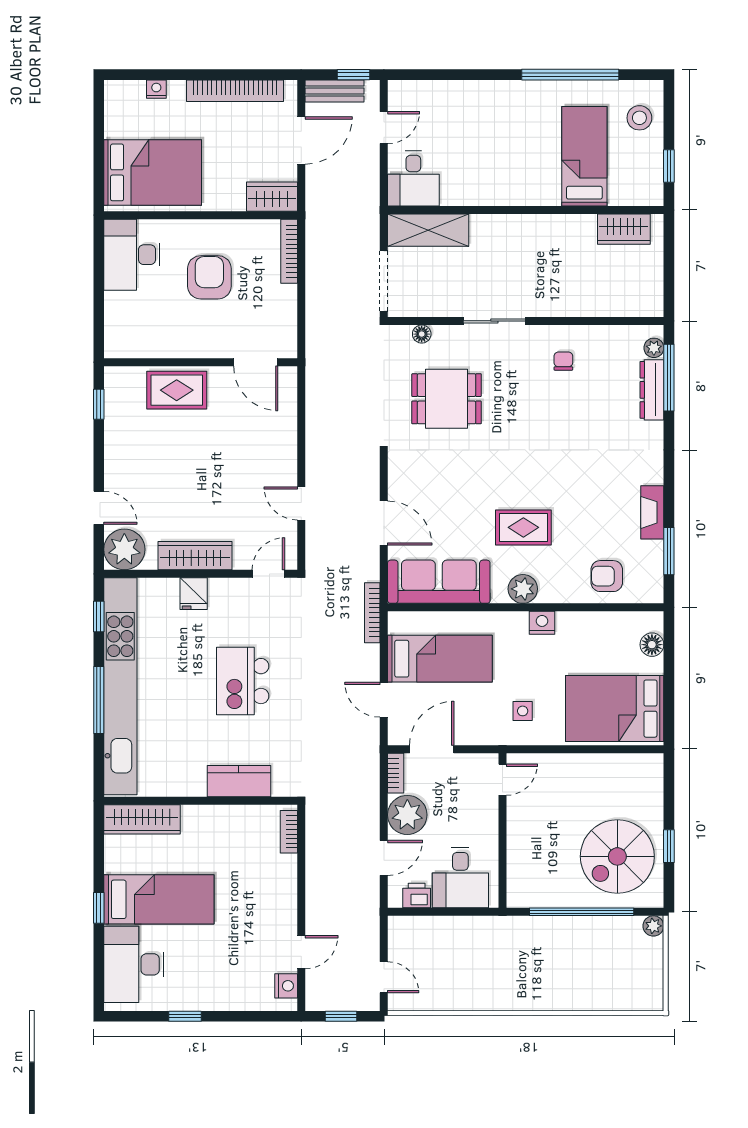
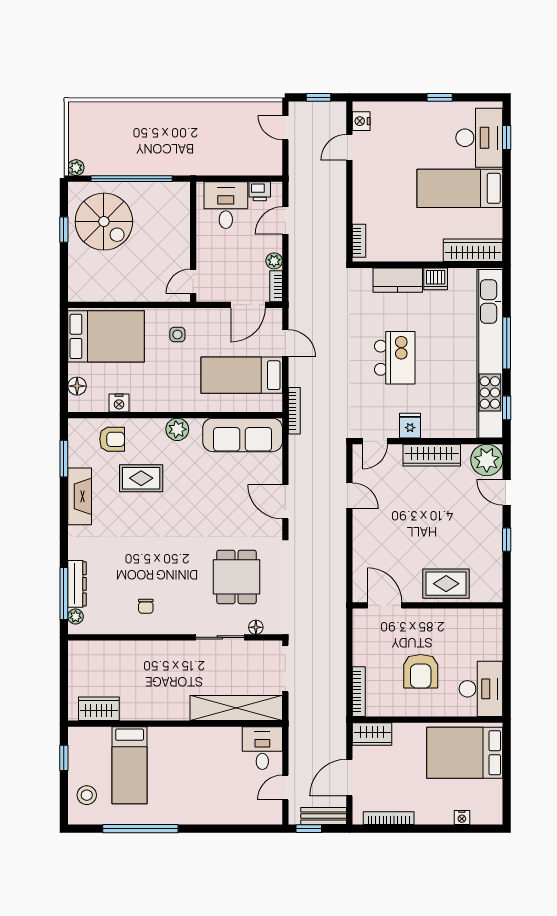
bookcase: (235, 91) -> (389, 818), width x0.68, depth x0.76
shelving: (428, 230) -> (236, 708), width x1.47
sliding door: (494, 321) -> (220, 637), moved
dining table: (447, 399) -> (237, 577), turned 90
window: (99, 404) -> (507, 540), moved
fireplace: (652, 512) -> (80, 496), width x1.37, depth x1.32
door: (384, 523) -> (285, 502), moved
rug: (523, 527) -> (141, 478), moved
fridge: (194, 594) -> (410, 426), moved
nightstand: (542, 623) -> (119, 403), moved
dishwasher: (190, 783) -> (436, 279), added
plant: (407, 815) -> (274, 261), width x0.53, depth x0.53
spiral stairs: (617, 856) -> (104, 222), turned 90
window: (99, 908) -> (507, 137), moved

